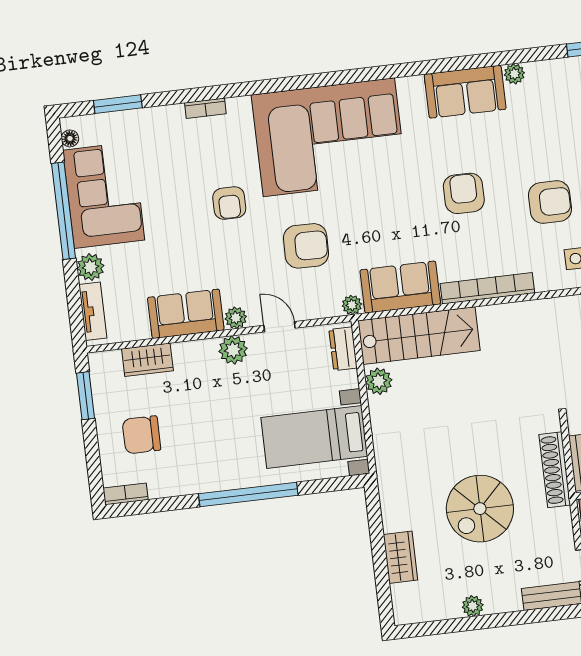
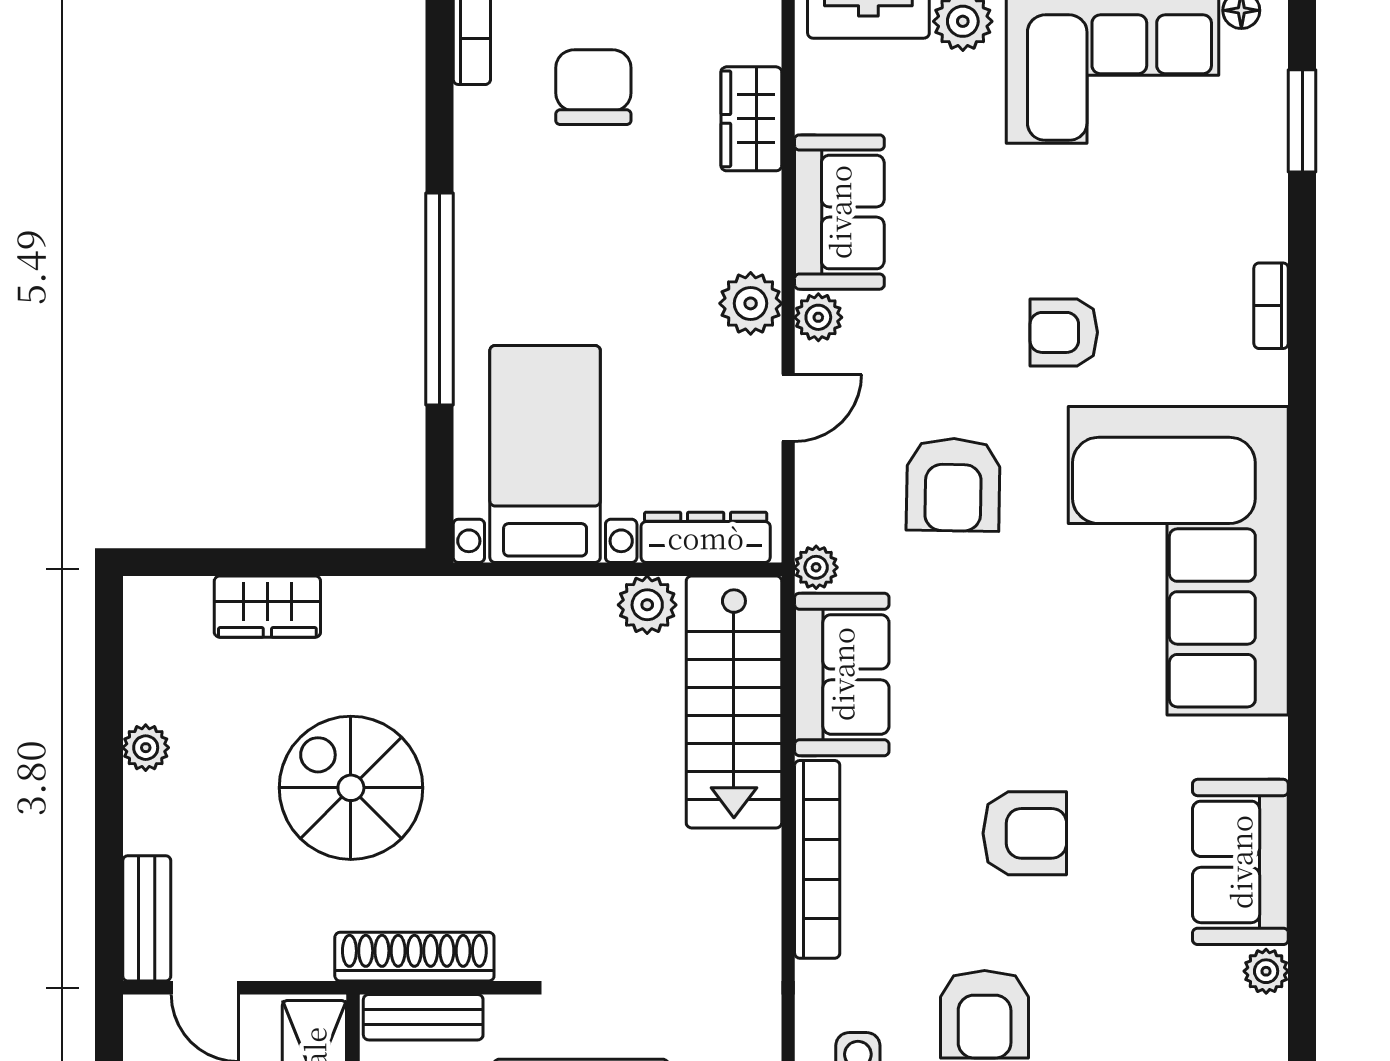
dresser: (343, 349) -> (706, 537), width x1.44

